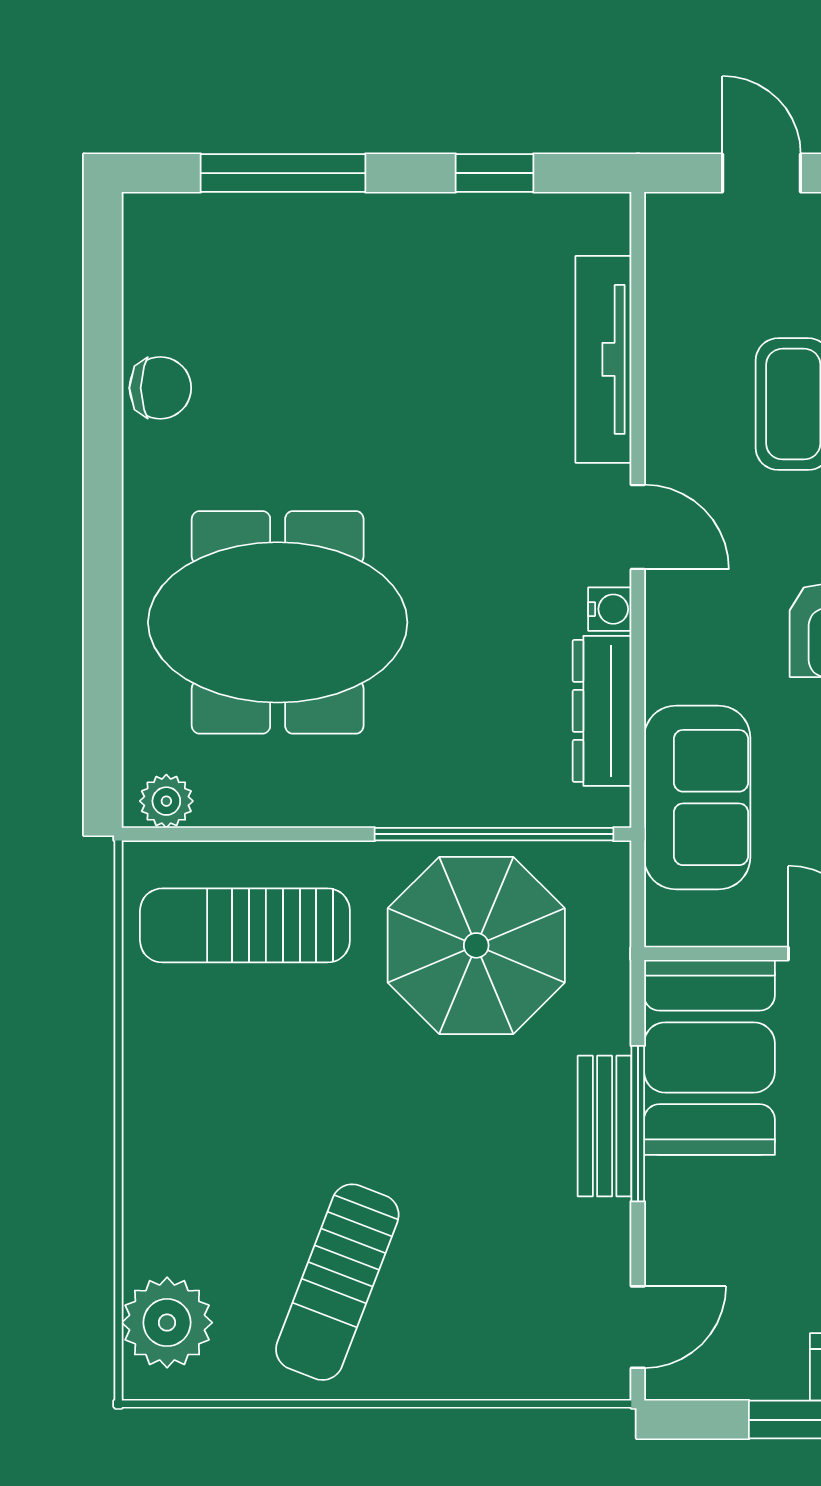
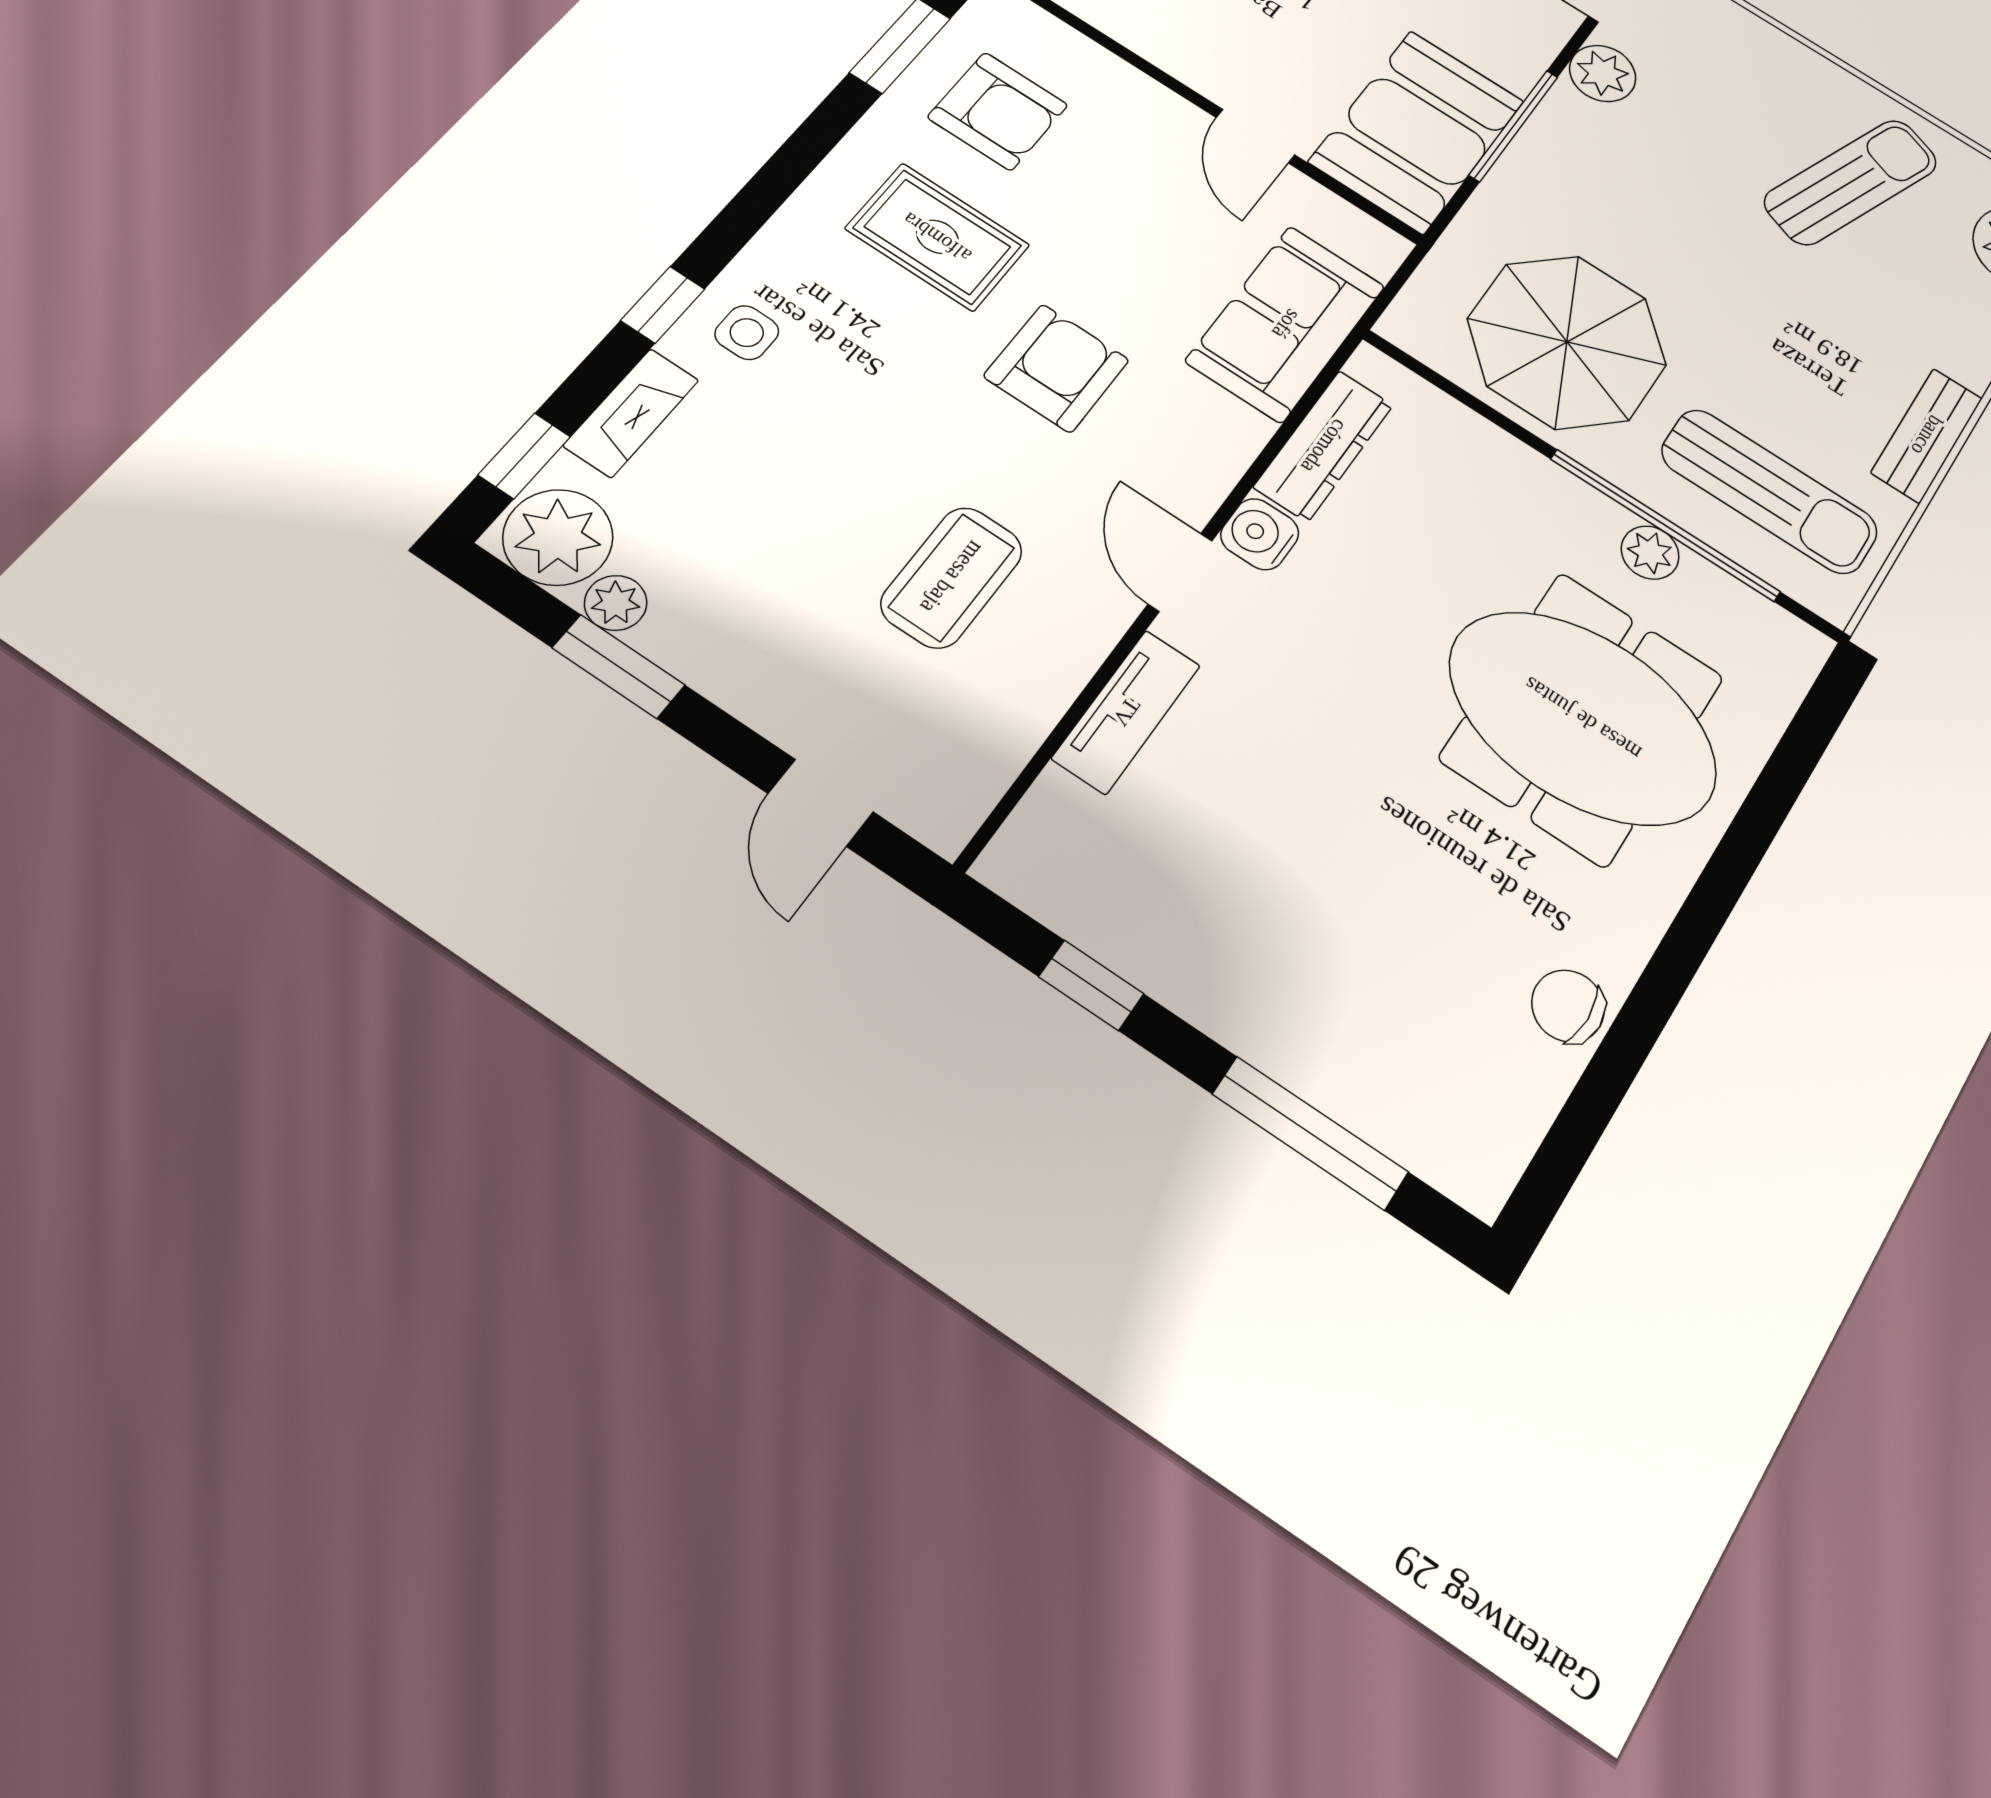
tv unit: (603, 359) -> (1126, 712), width x0.71
water cooler: (610, 609) -> (1260, 534), width x1.38, depth x1.38
plant: (166, 801) -> (1650, 553), moved
window: (494, 834) -> (1665, 525), moved
bench: (605, 1126) -> (1927, 435), moved
plant: (598, 1235) -> (1603, 73), added

